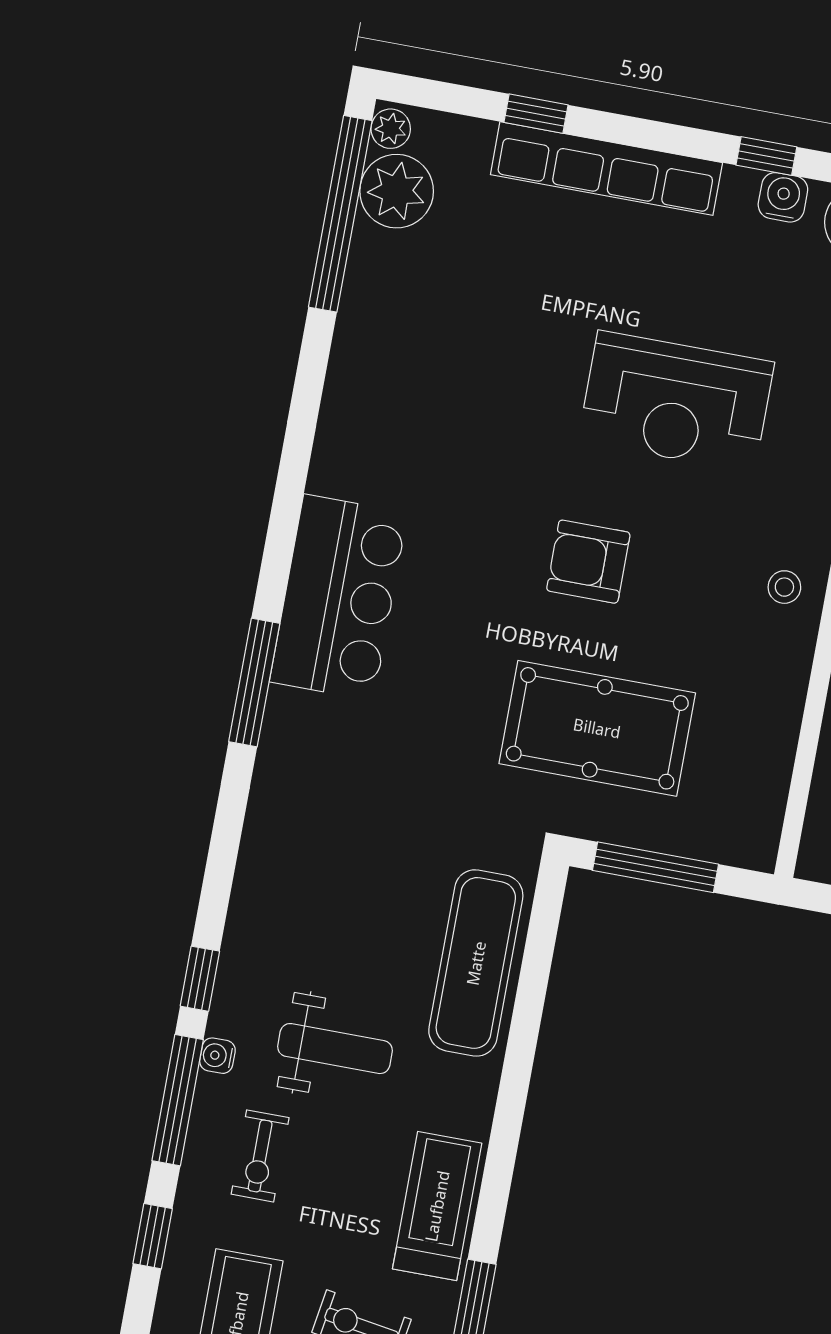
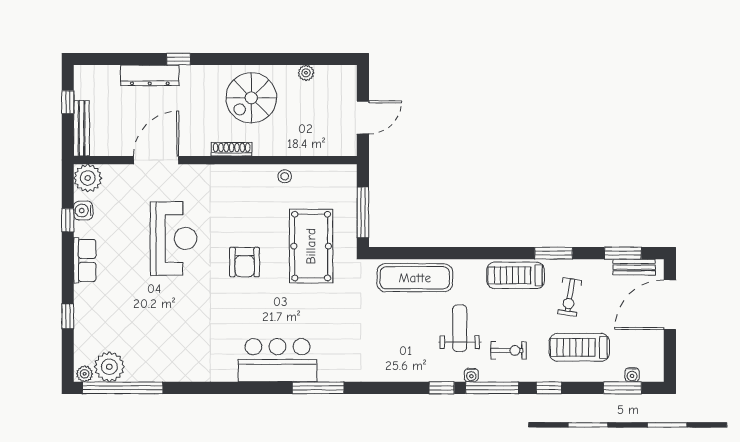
row of seats: (606, 169) -> (85, 260), width x0.50
stool: (784, 587) -> (285, 176), moved

